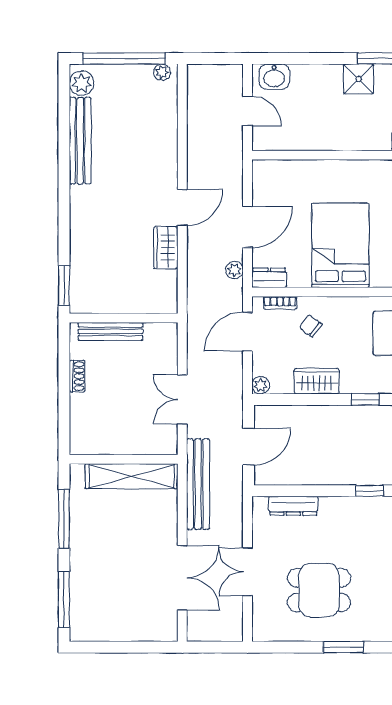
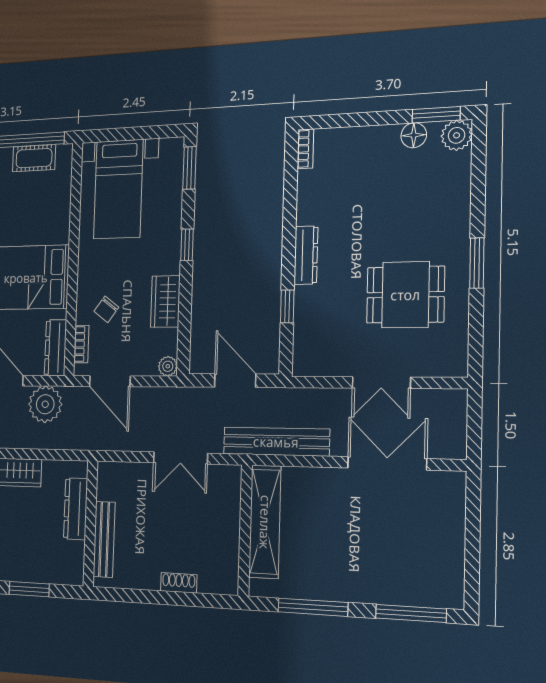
plant: (234, 270) -> (45, 404), width x1.88, depth x1.88
dresser: (269, 278) -> (55, 348), width x1.44
window: (64, 285) -> (29, 589), moved
dresser: (136, 303) -> (76, 509), added
shoe rack: (77, 376) -> (179, 583), moved
window: (370, 491) -> (287, 306), moved
dresser: (293, 506) -> (306, 255), moved
dining table: (319, 590) -> (405, 295), turned 90

